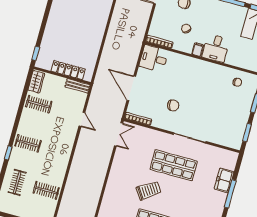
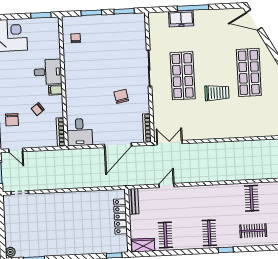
trolley: (149, 190) -> (217, 93), turned 124

